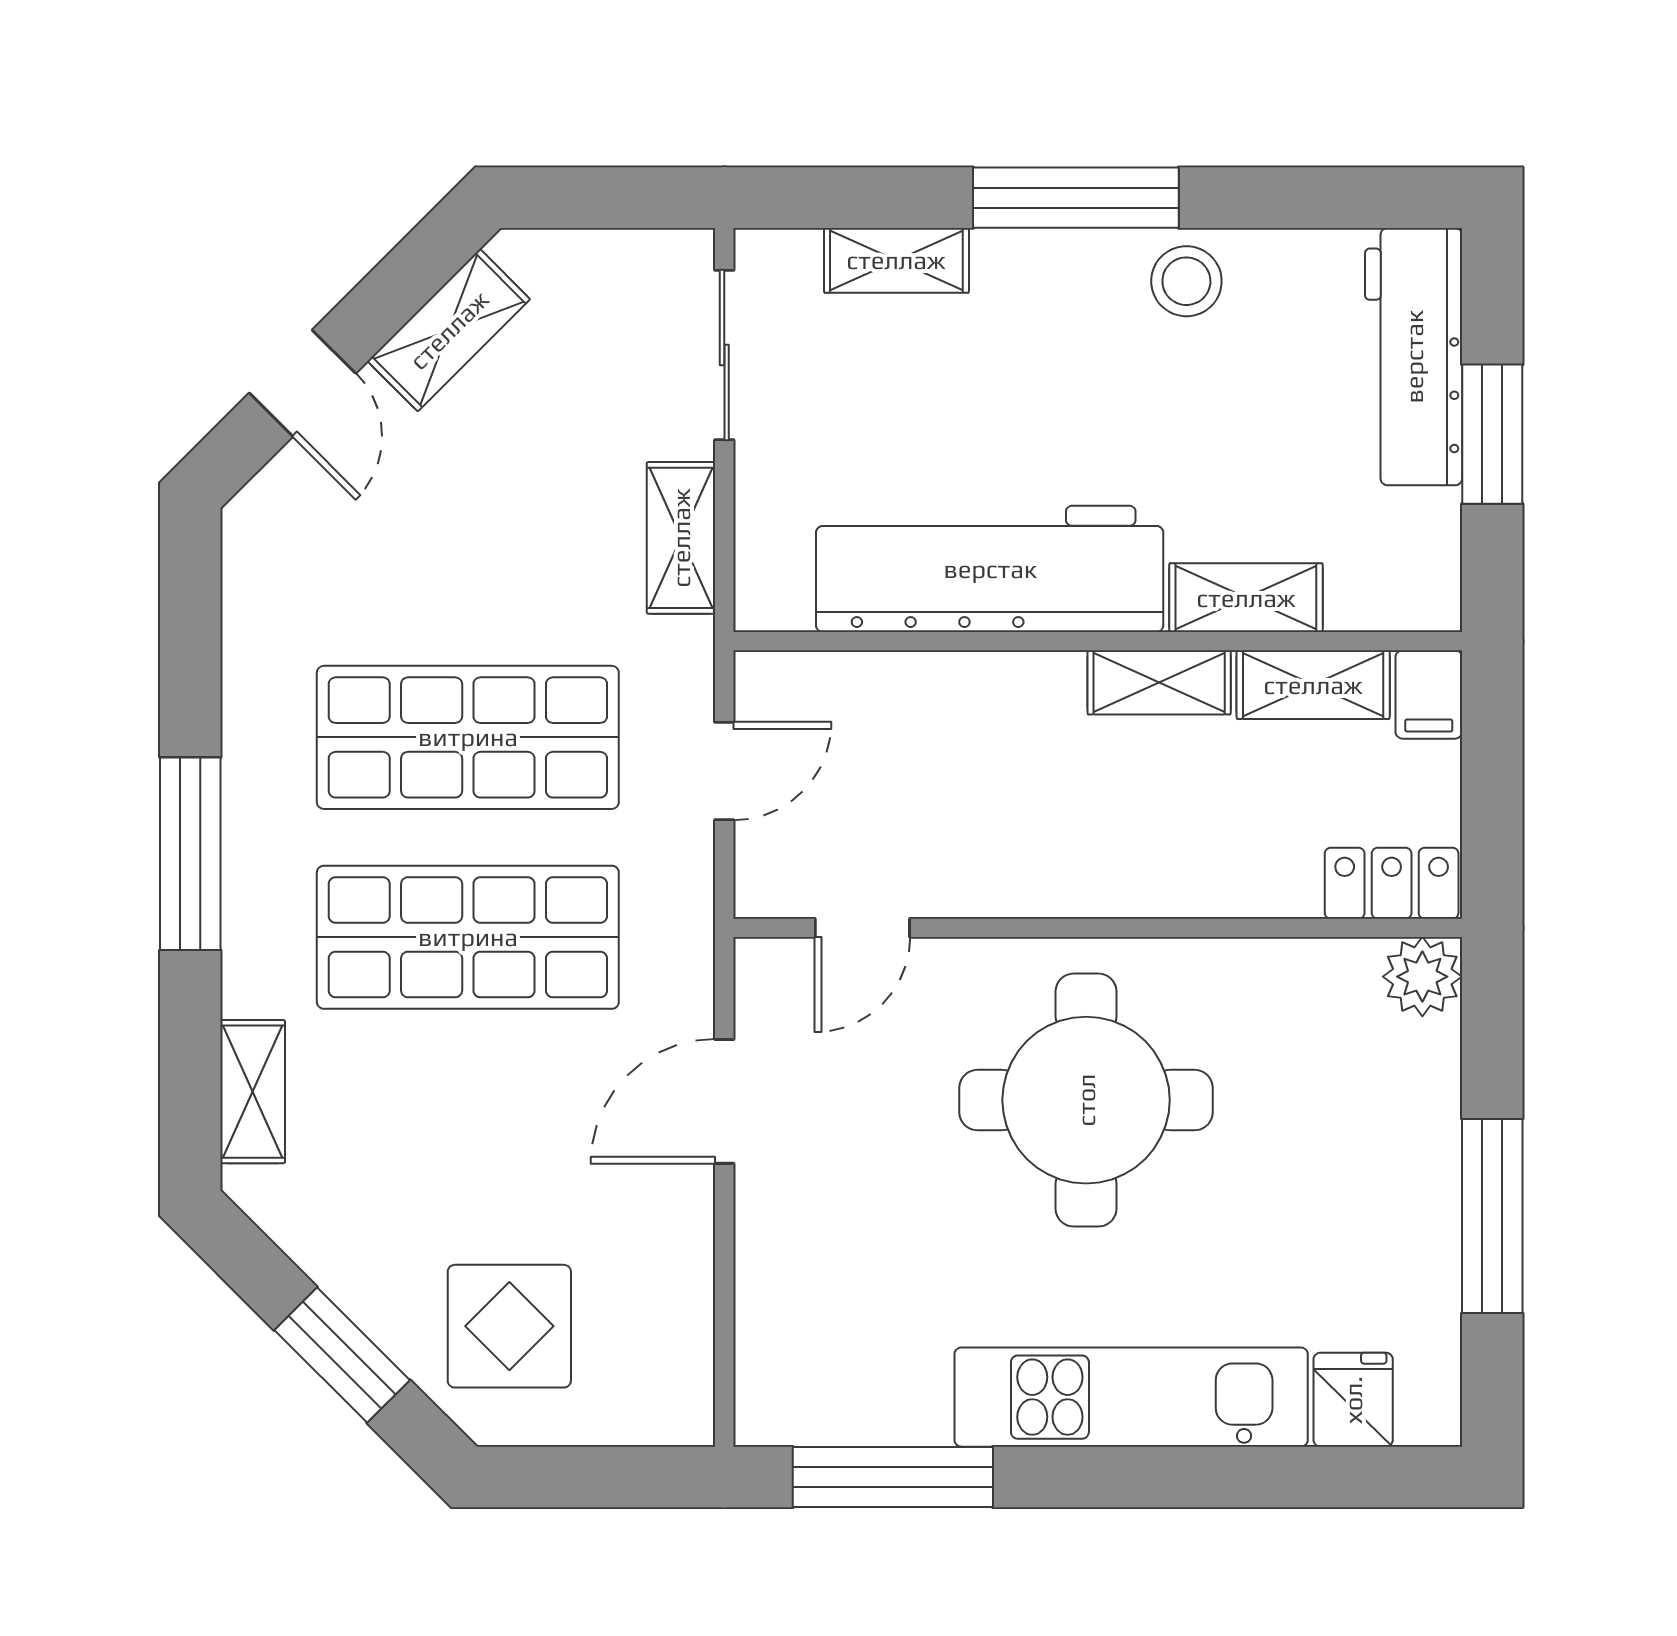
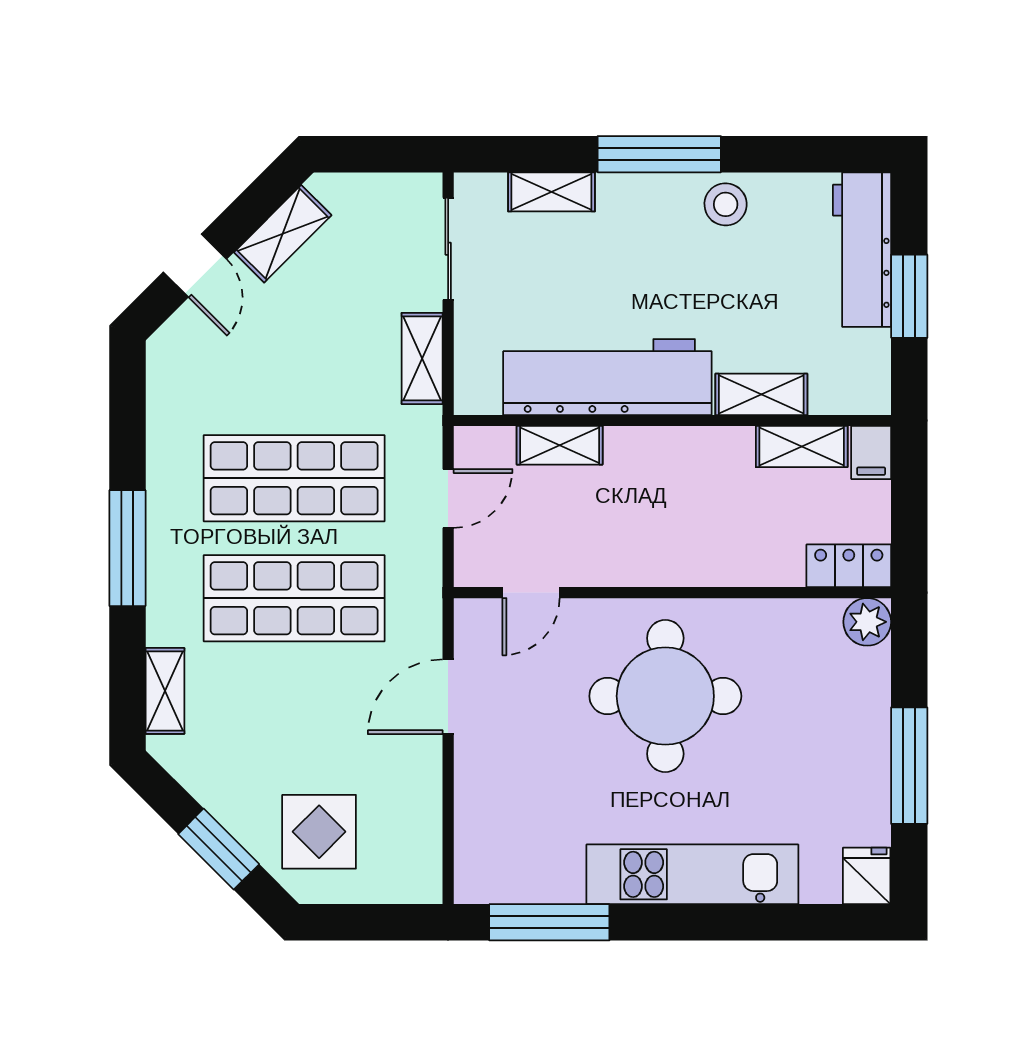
shelving: (1159, 682) -> (560, 445), moved
fridge: (1353, 1400) -> (867, 876), moved

